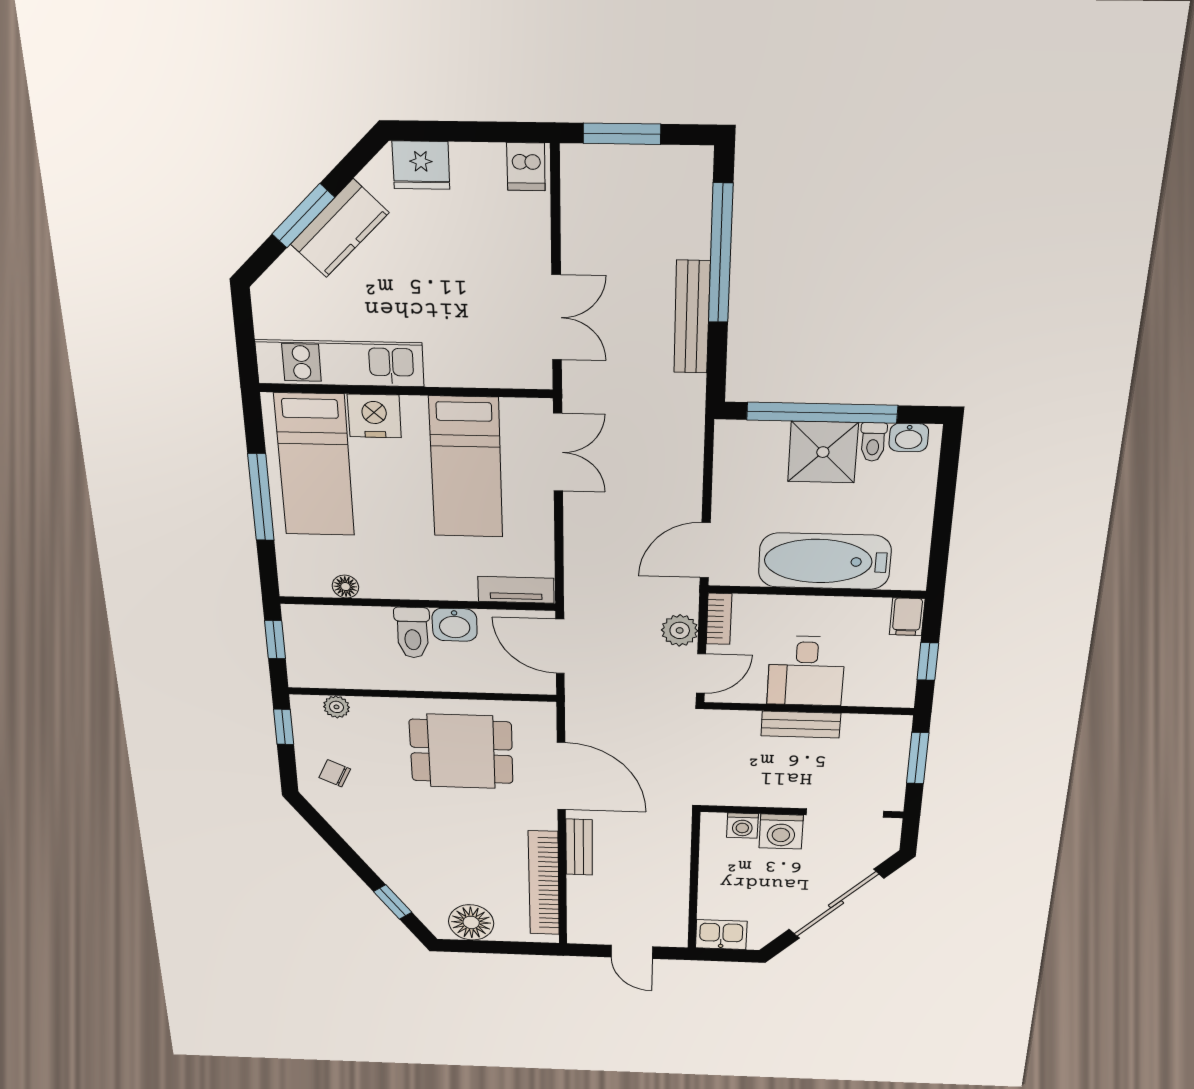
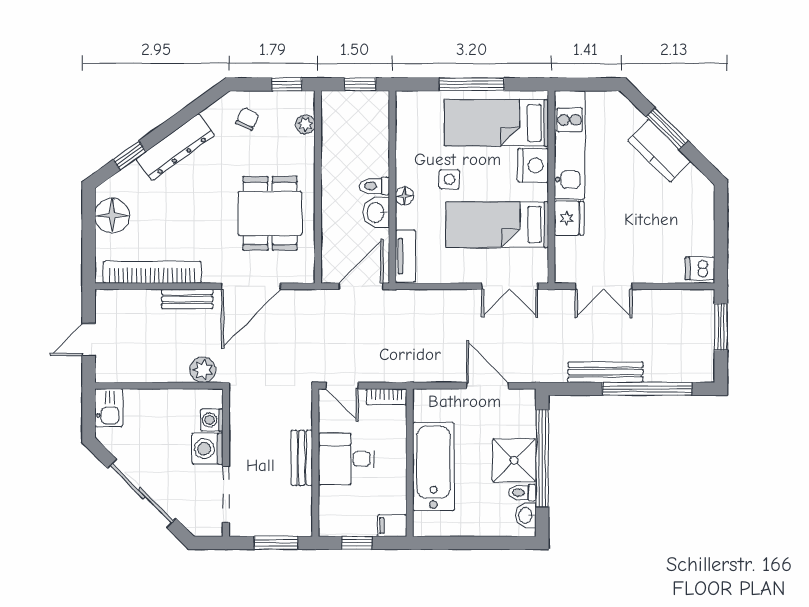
fridge: (421, 165) -> (569, 218), moved, turned 180
side table: (402, 530) -> (449, 179), added
door: (705, 550) -> (487, 386), moved
floor lamp: (345, 587) -> (404, 196), moved
plant: (680, 630) -> (203, 370), moved
toilet: (412, 633) -> (375, 186), width x0.73, depth x0.72
dresser: (378, 853) -> (175, 147), added

